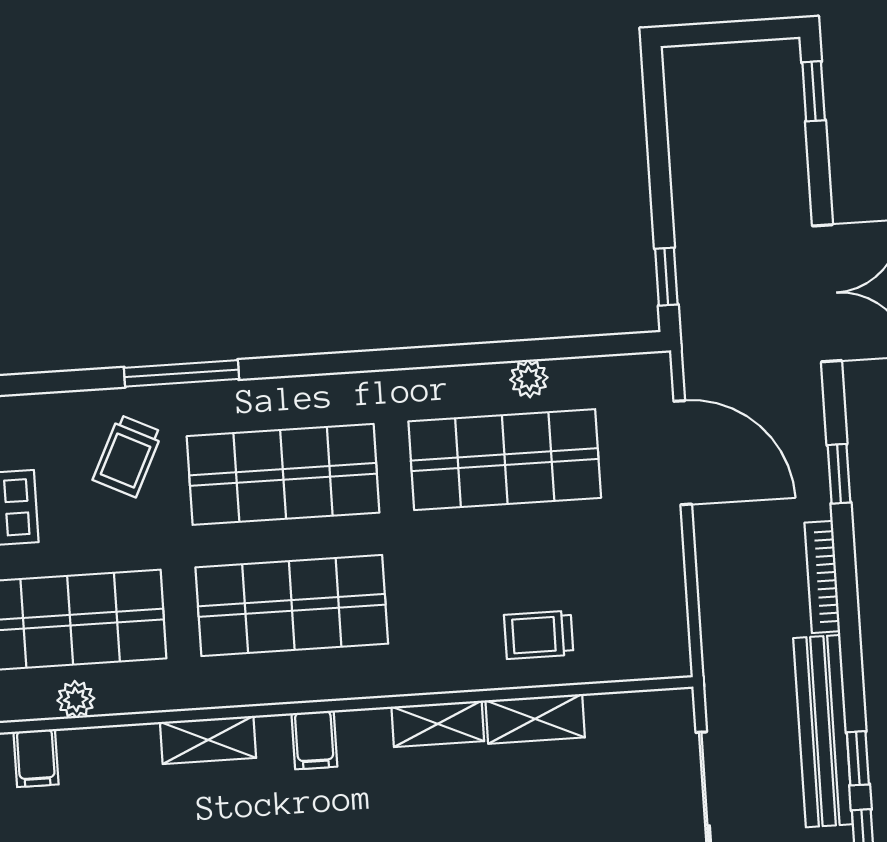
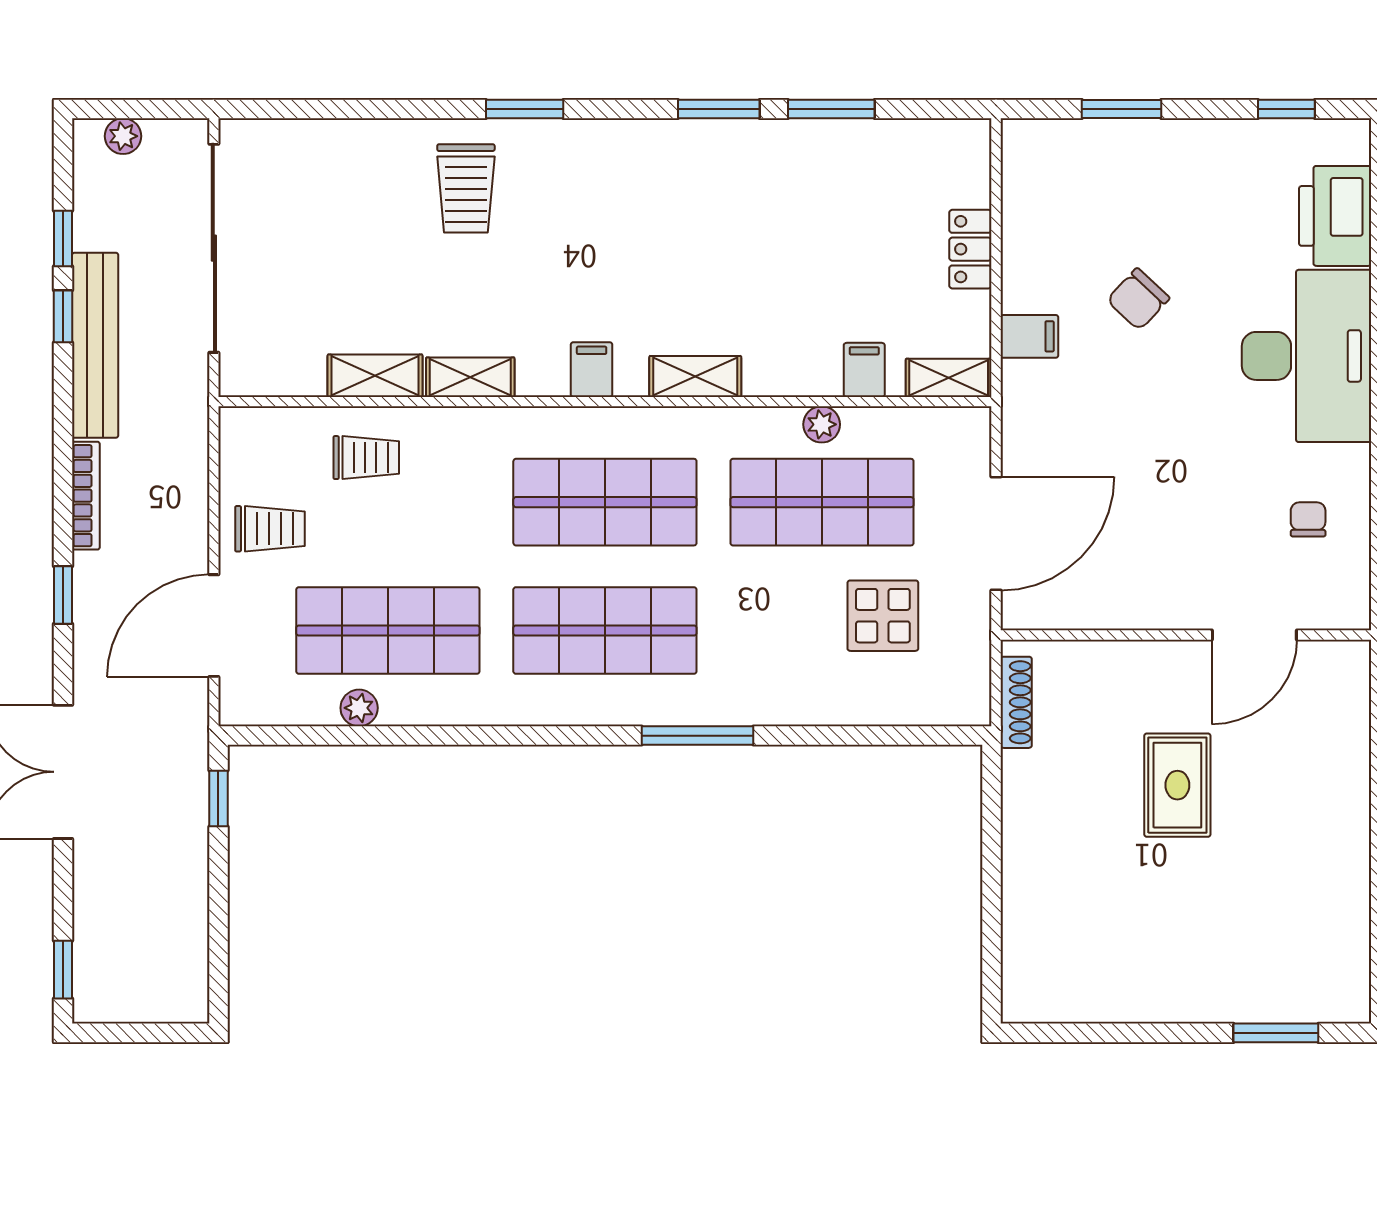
door: (683, 453) -> (214, 626), hinge flipped
trolley: (127, 456) -> (270, 529), moved, turned 64

